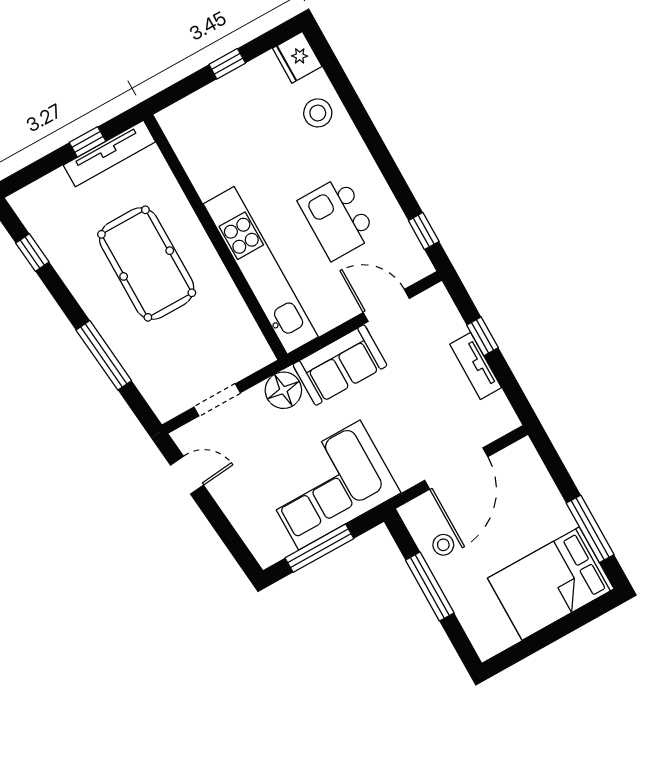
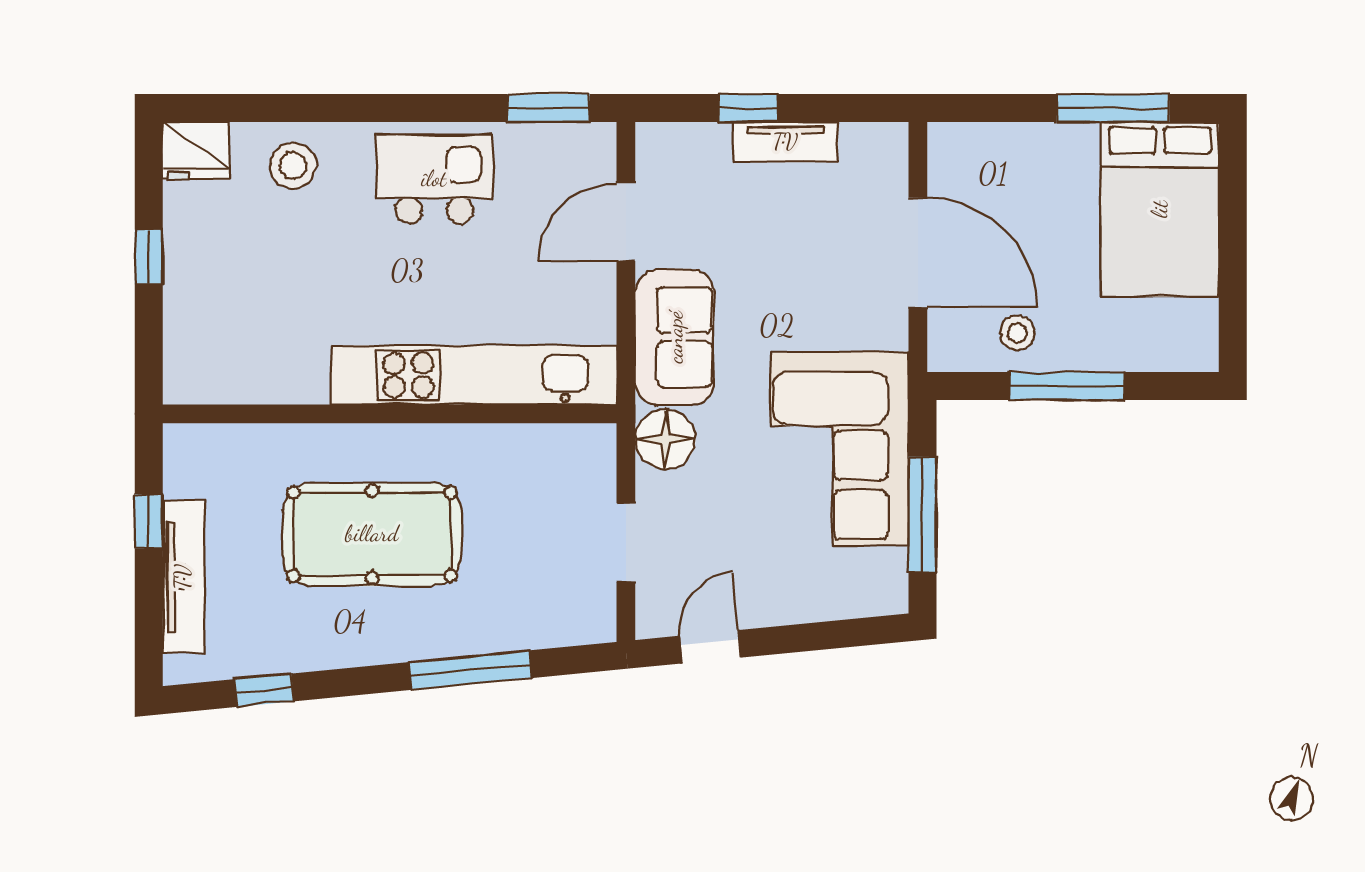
tv unit: (109, 154) -> (183, 577), moved
kitchen island: (337, 218) -> (434, 179), moved, turned 180
window: (424, 231) -> (549, 108), width x1.50

